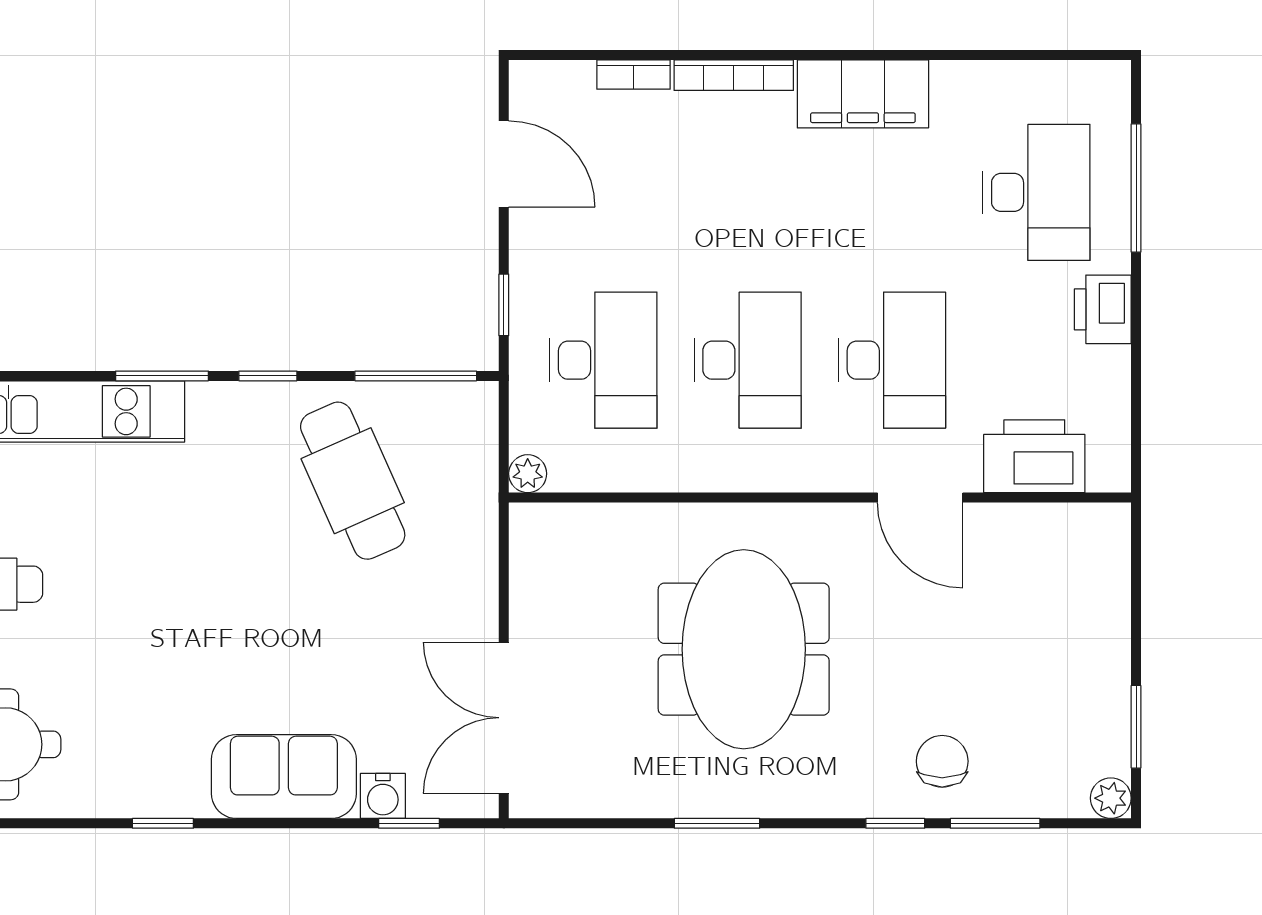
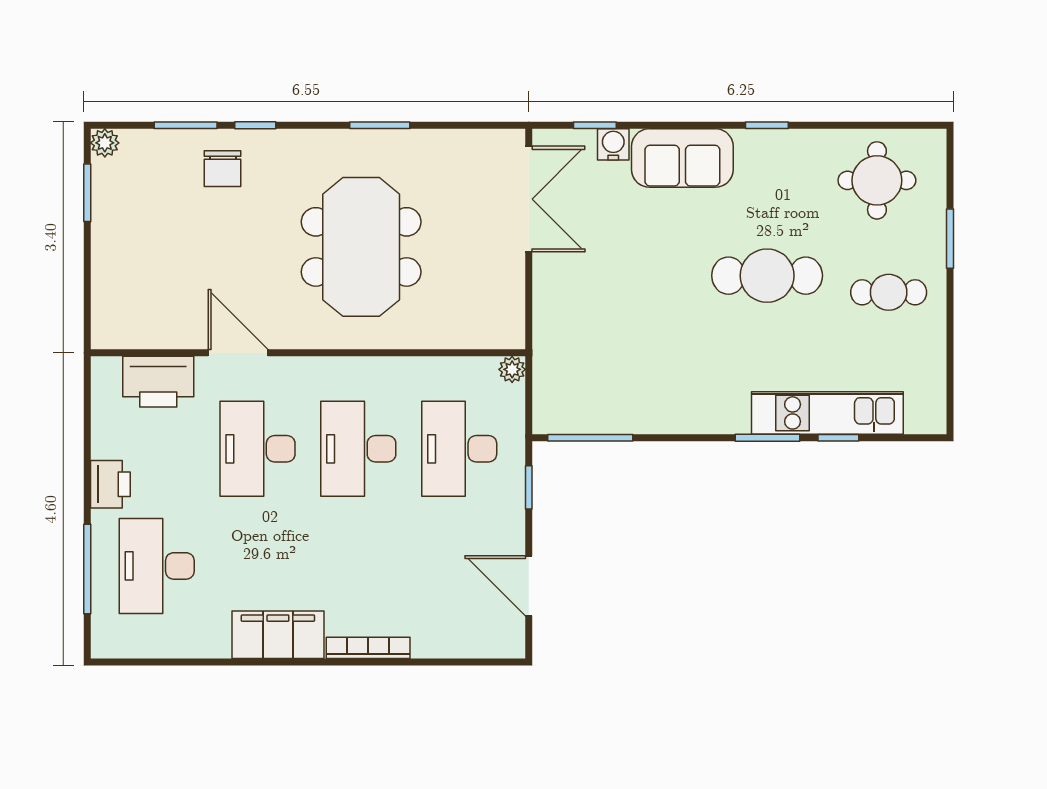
bookcase: (633, 75) -> (438, 648), removed
window: (268, 376) -> (838, 438), moved
cafe table: (353, 481) -> (767, 276), moved, turned -66

